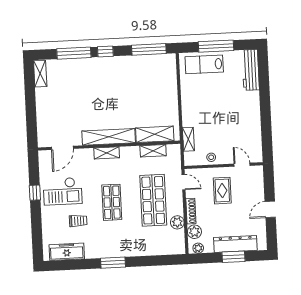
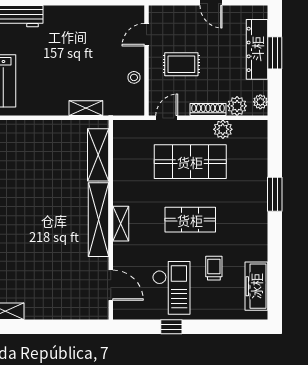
shelving: (188, 139) -> (86, 108), moved
shelving: (153, 151) -> (121, 158), removed
window: (113, 263) -> (275, 194), moved

